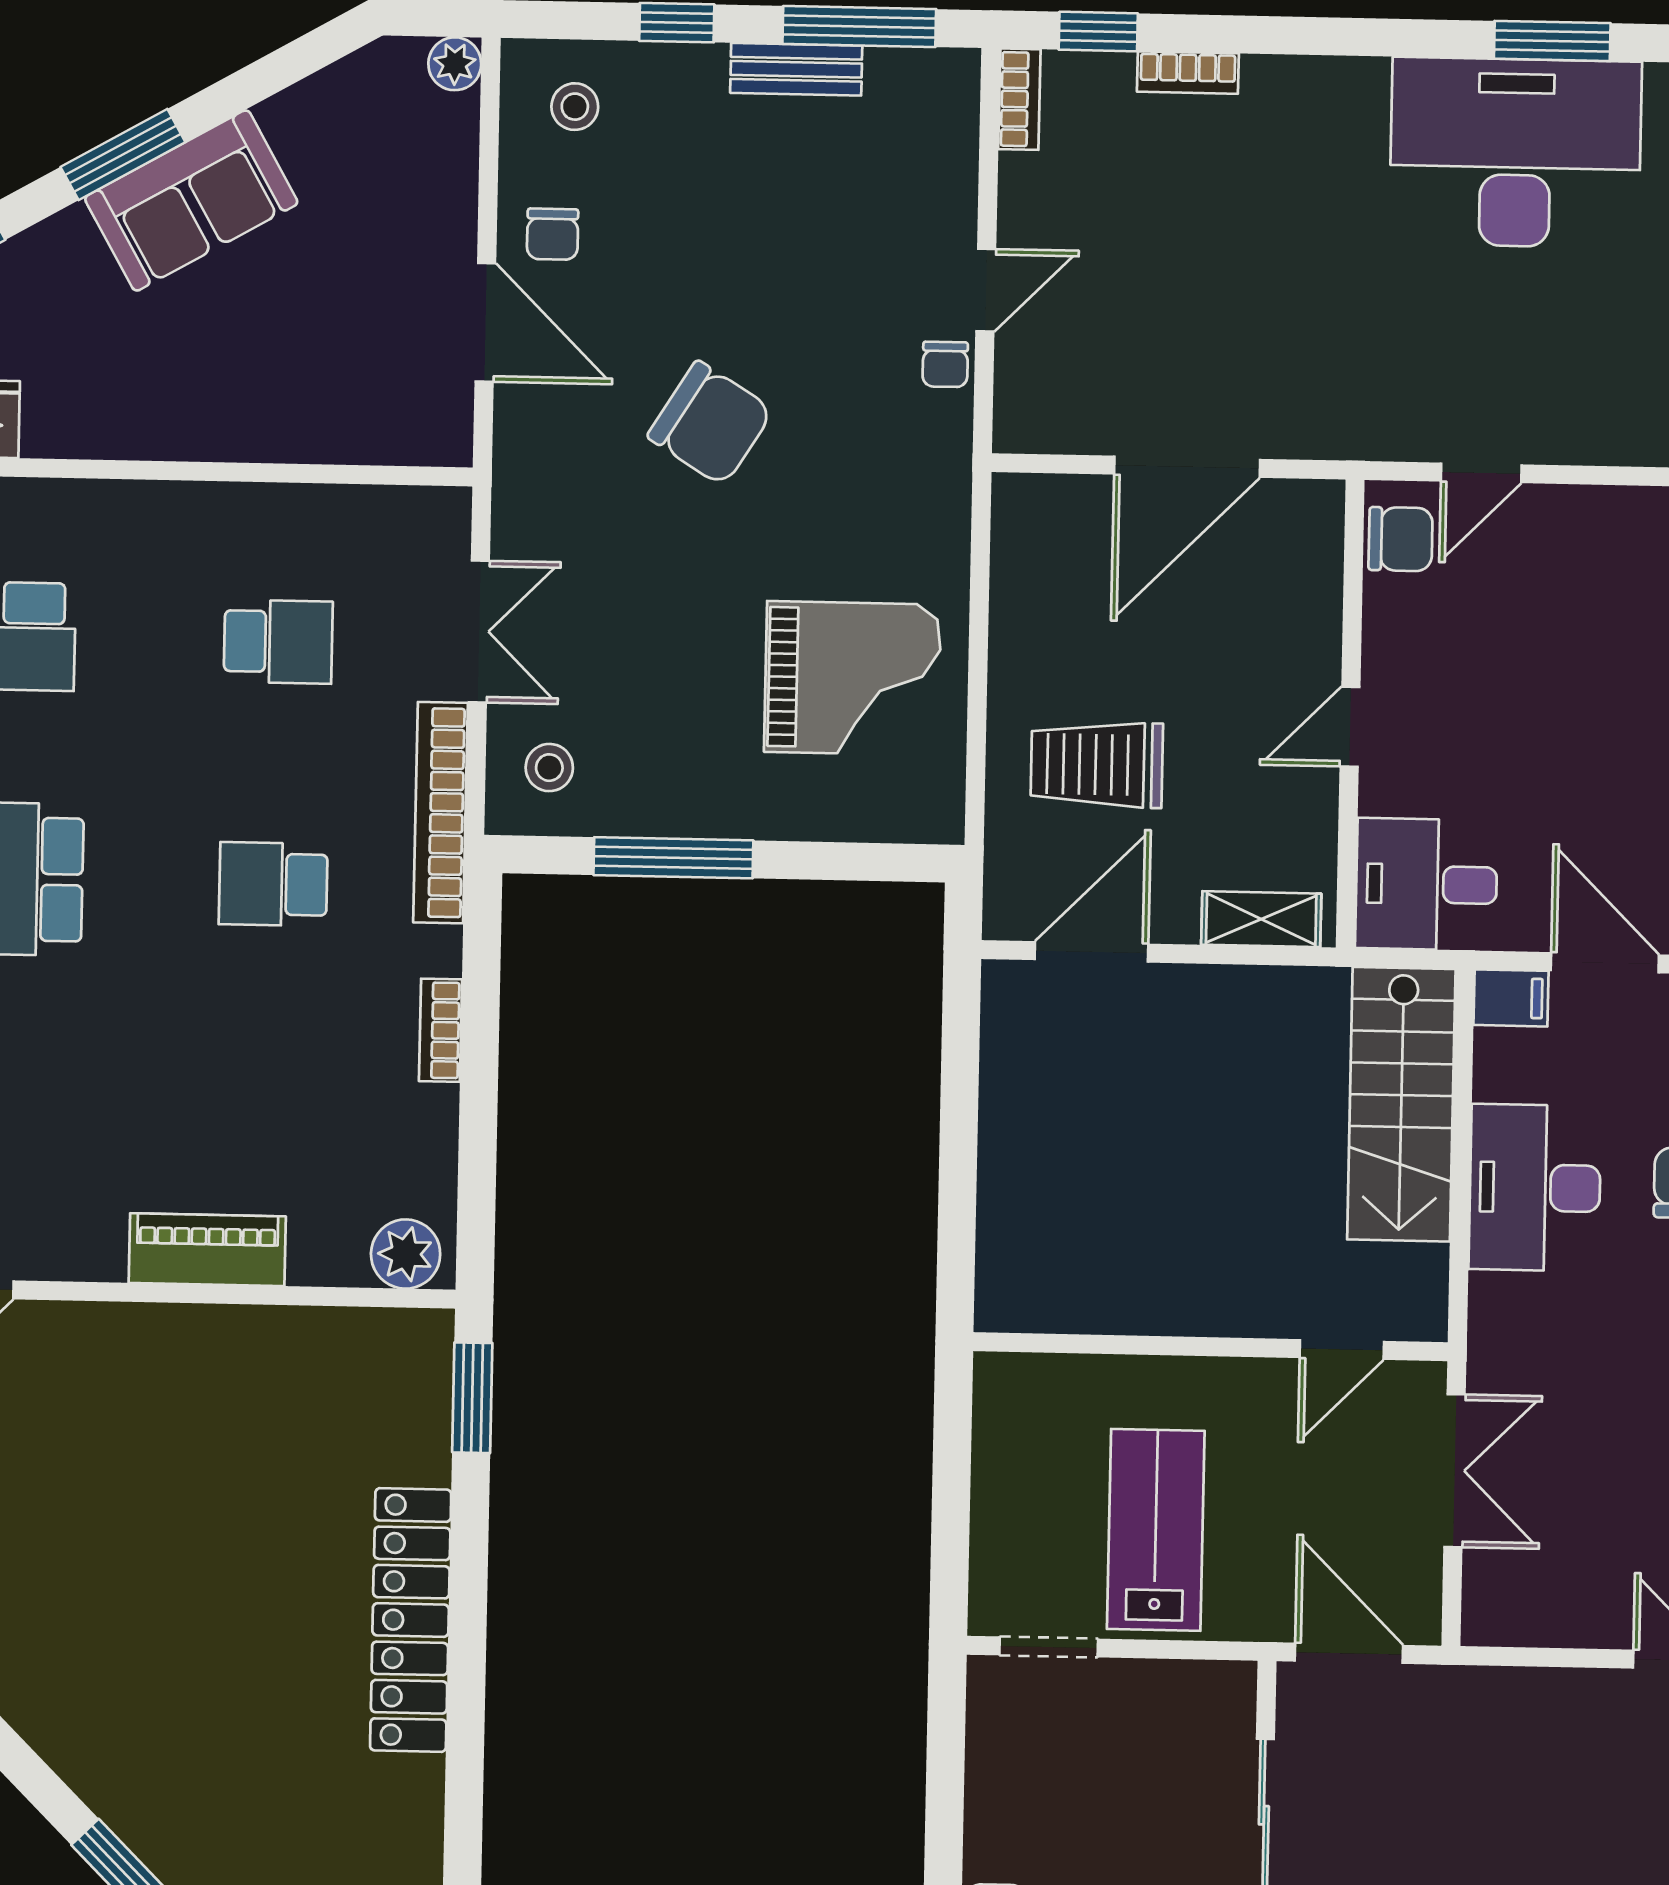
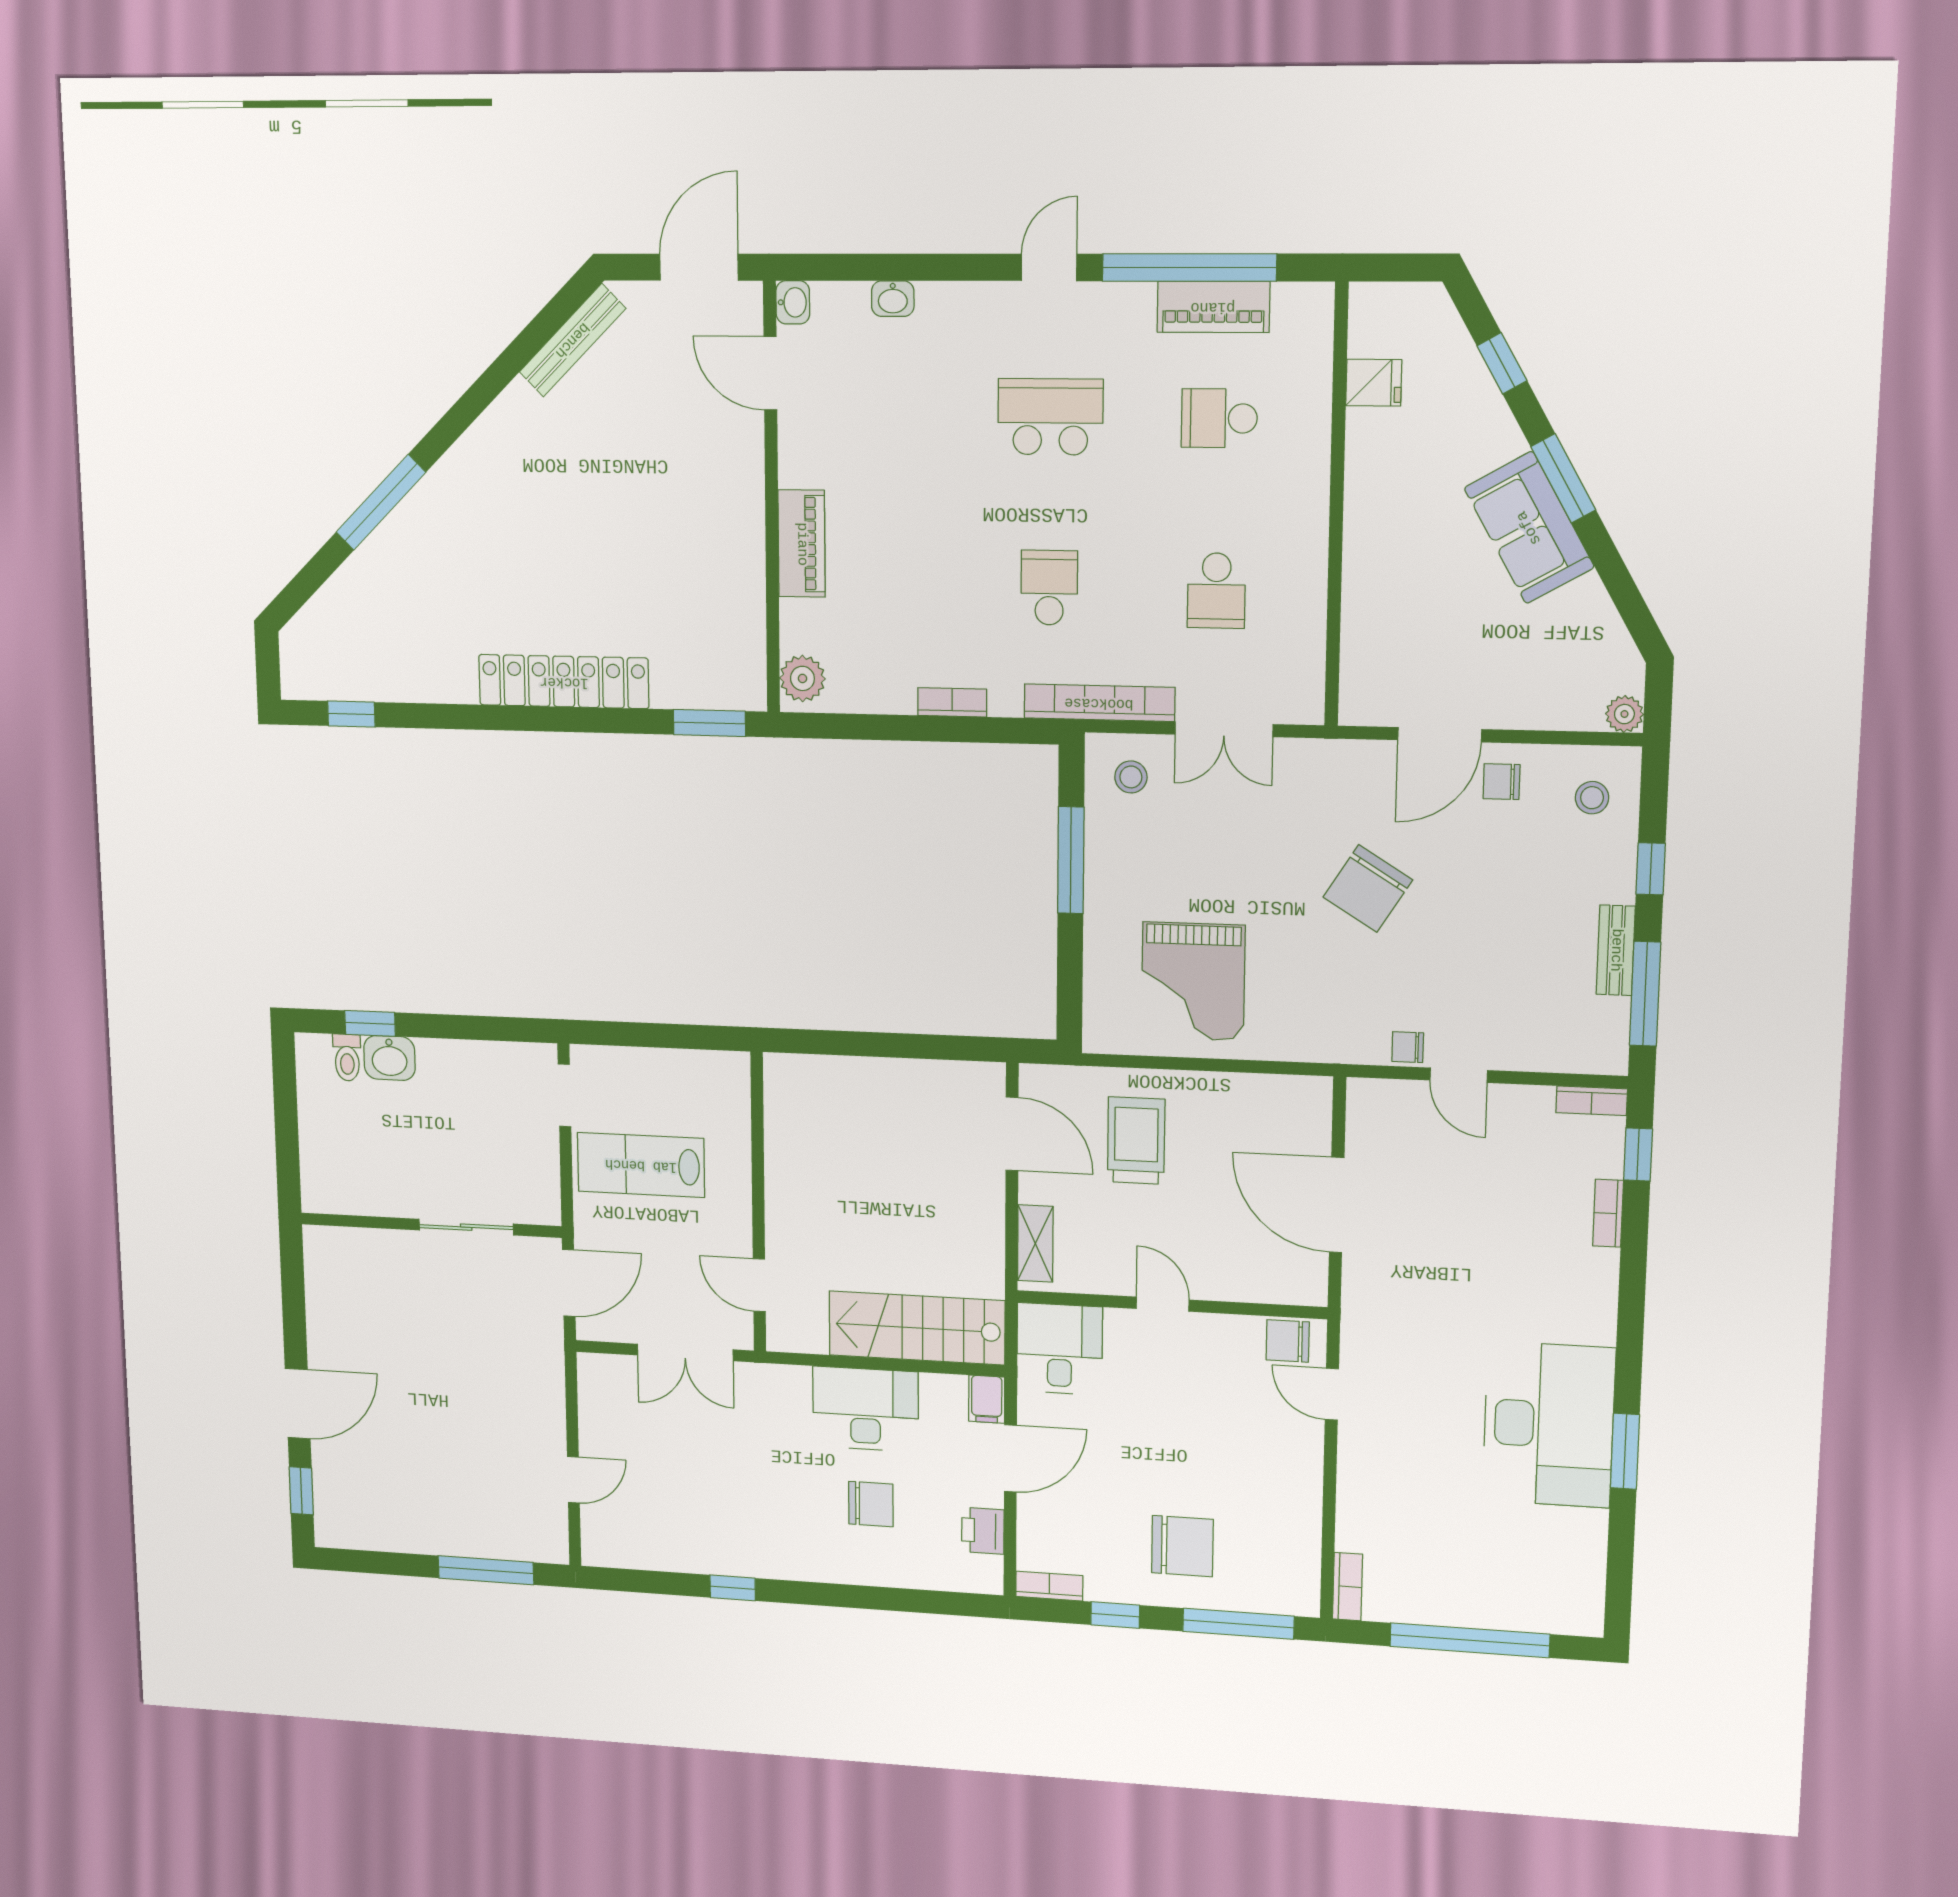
chair: (1401, 539) -> (1288, 1341), turned 90
lab bench: (1156, 1530) -> (641, 1165), turned 180

